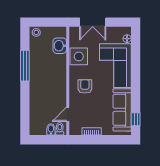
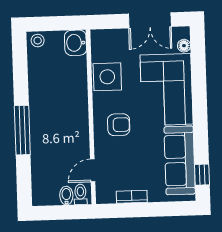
double door: (93, 22) -> (150, 20), moved
washbasin: (60, 46) -> (75, 43), moved
window: (25, 66) -> (22, 130), moved
armchair: (85, 86) -> (119, 125), turned 90

